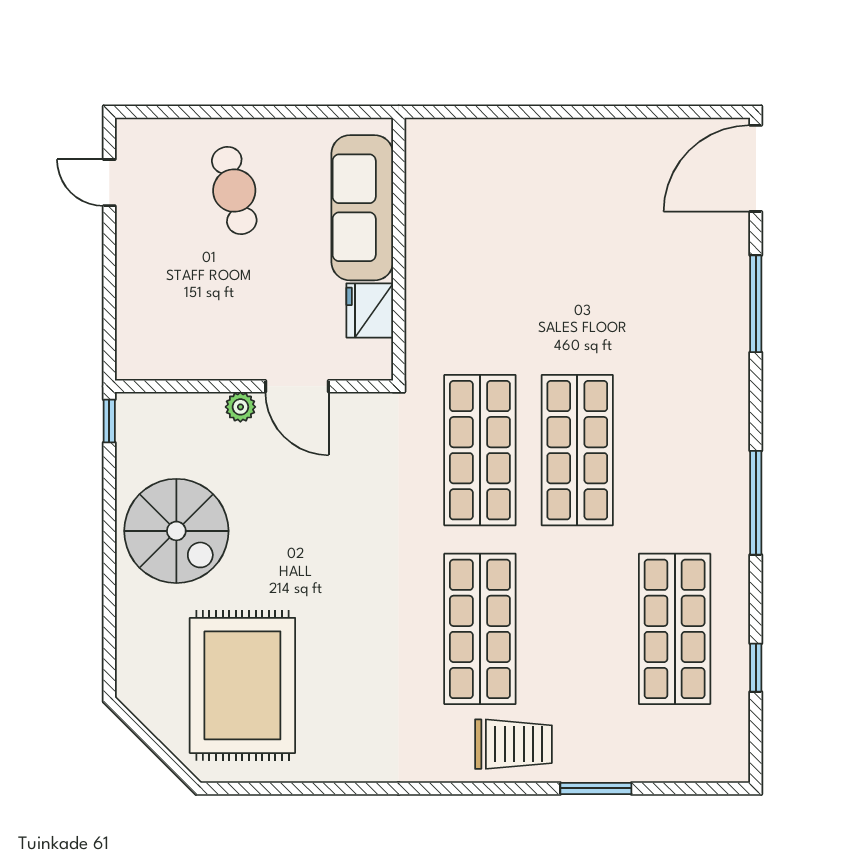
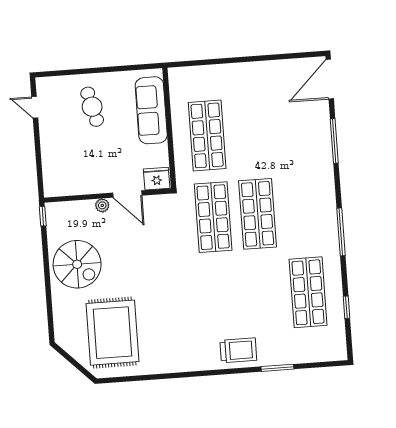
fridge: (370, 310) -> (157, 179), moved, turned 90
shop shelf: (480, 629) -> (207, 135), moved

